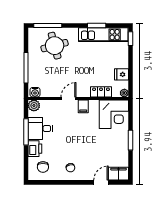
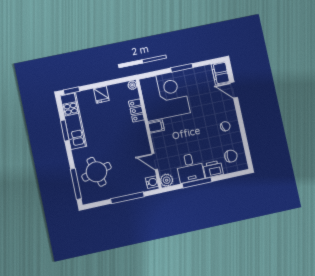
fridge: (122, 74) -> (101, 95), moved
door: (68, 98) -> (155, 162), moved
corner desk: (114, 114) -> (164, 96), width x1.36, depth x1.36

